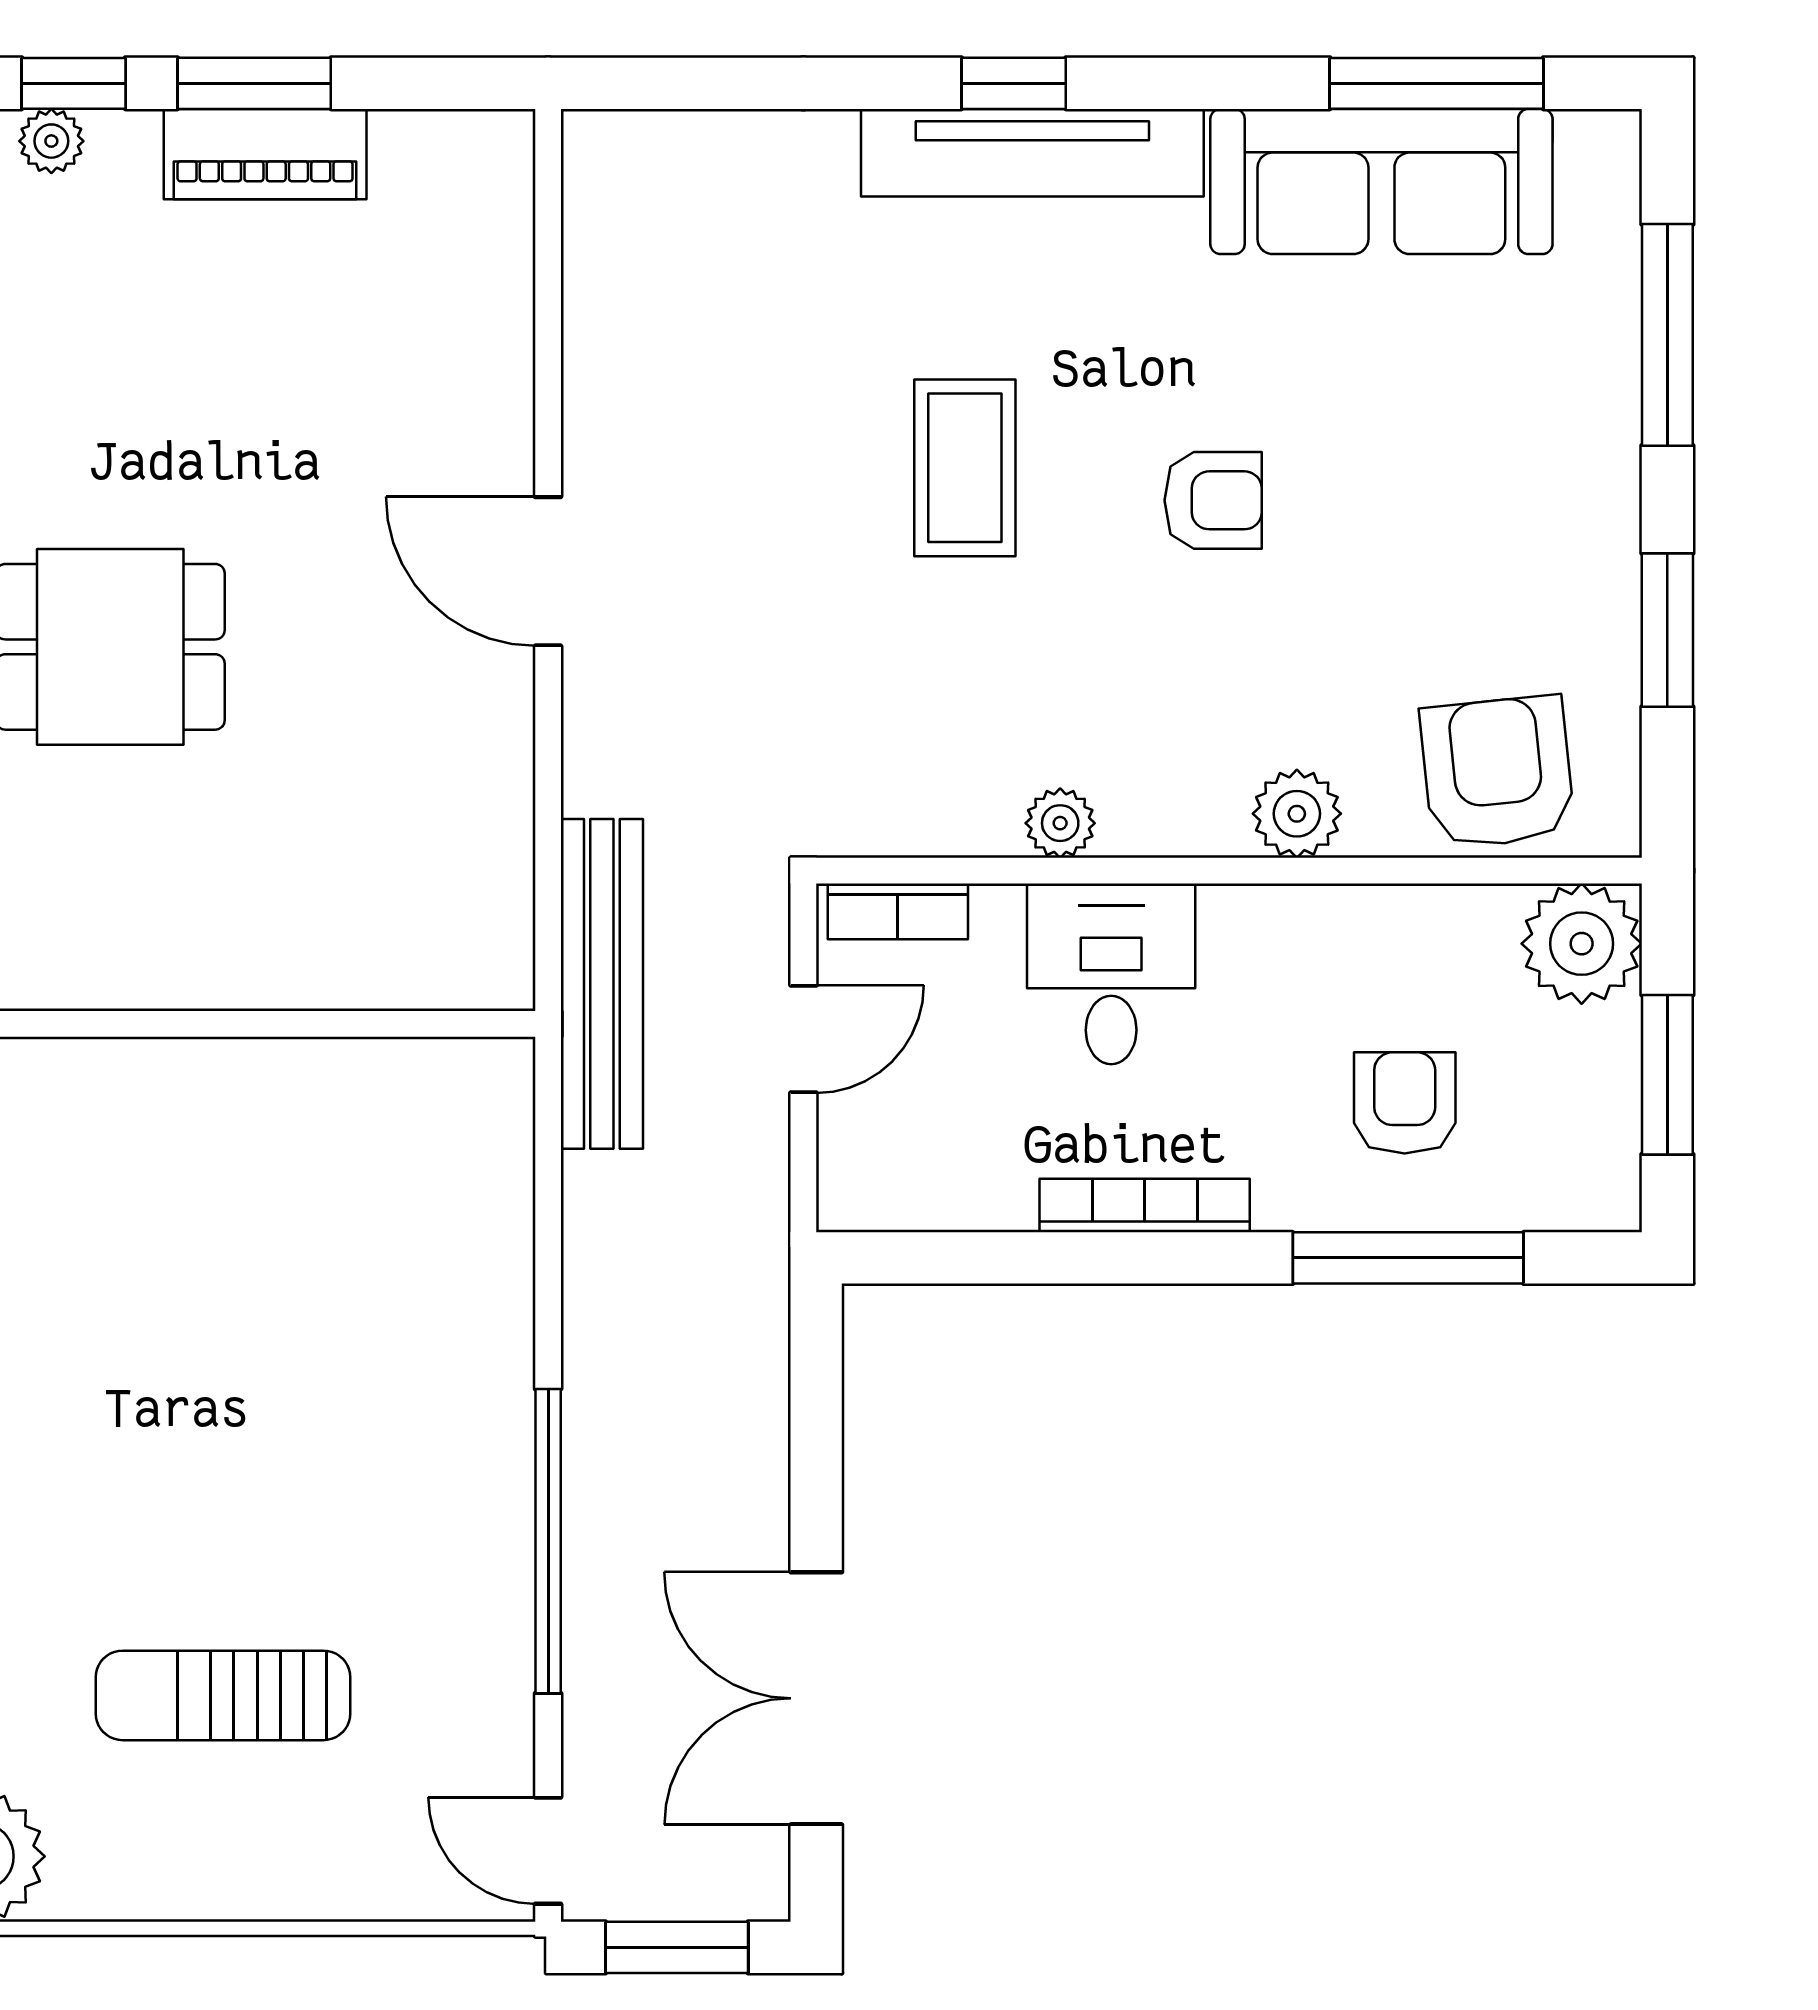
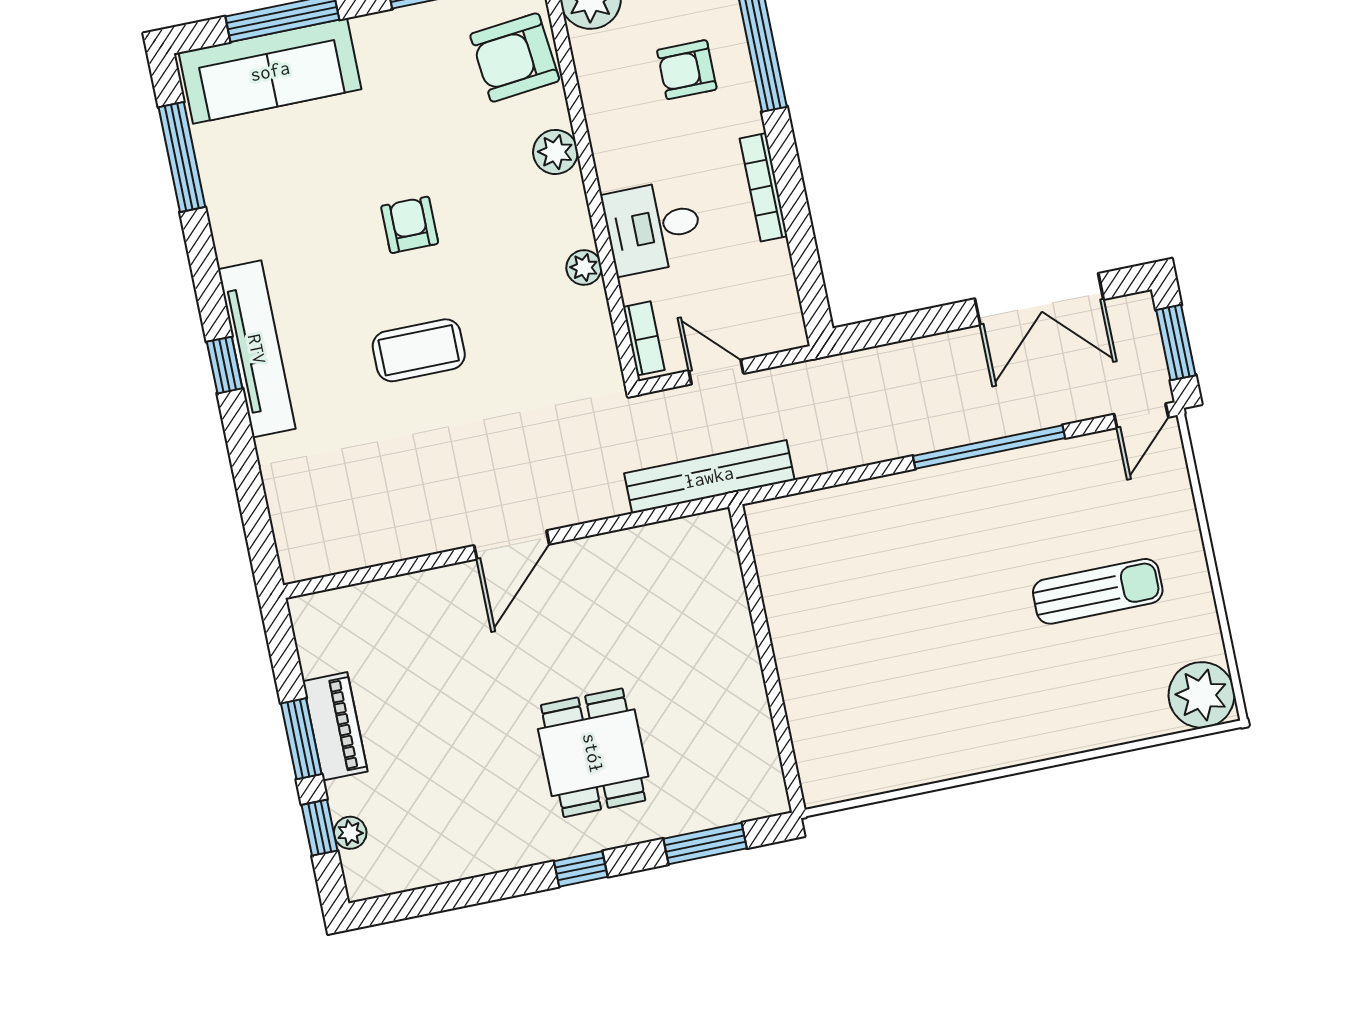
sofa: (1381, 182) -> (270, 71), moved, turned 90
sun lounger: (223, 1695) -> (1098, 591), turned -90

